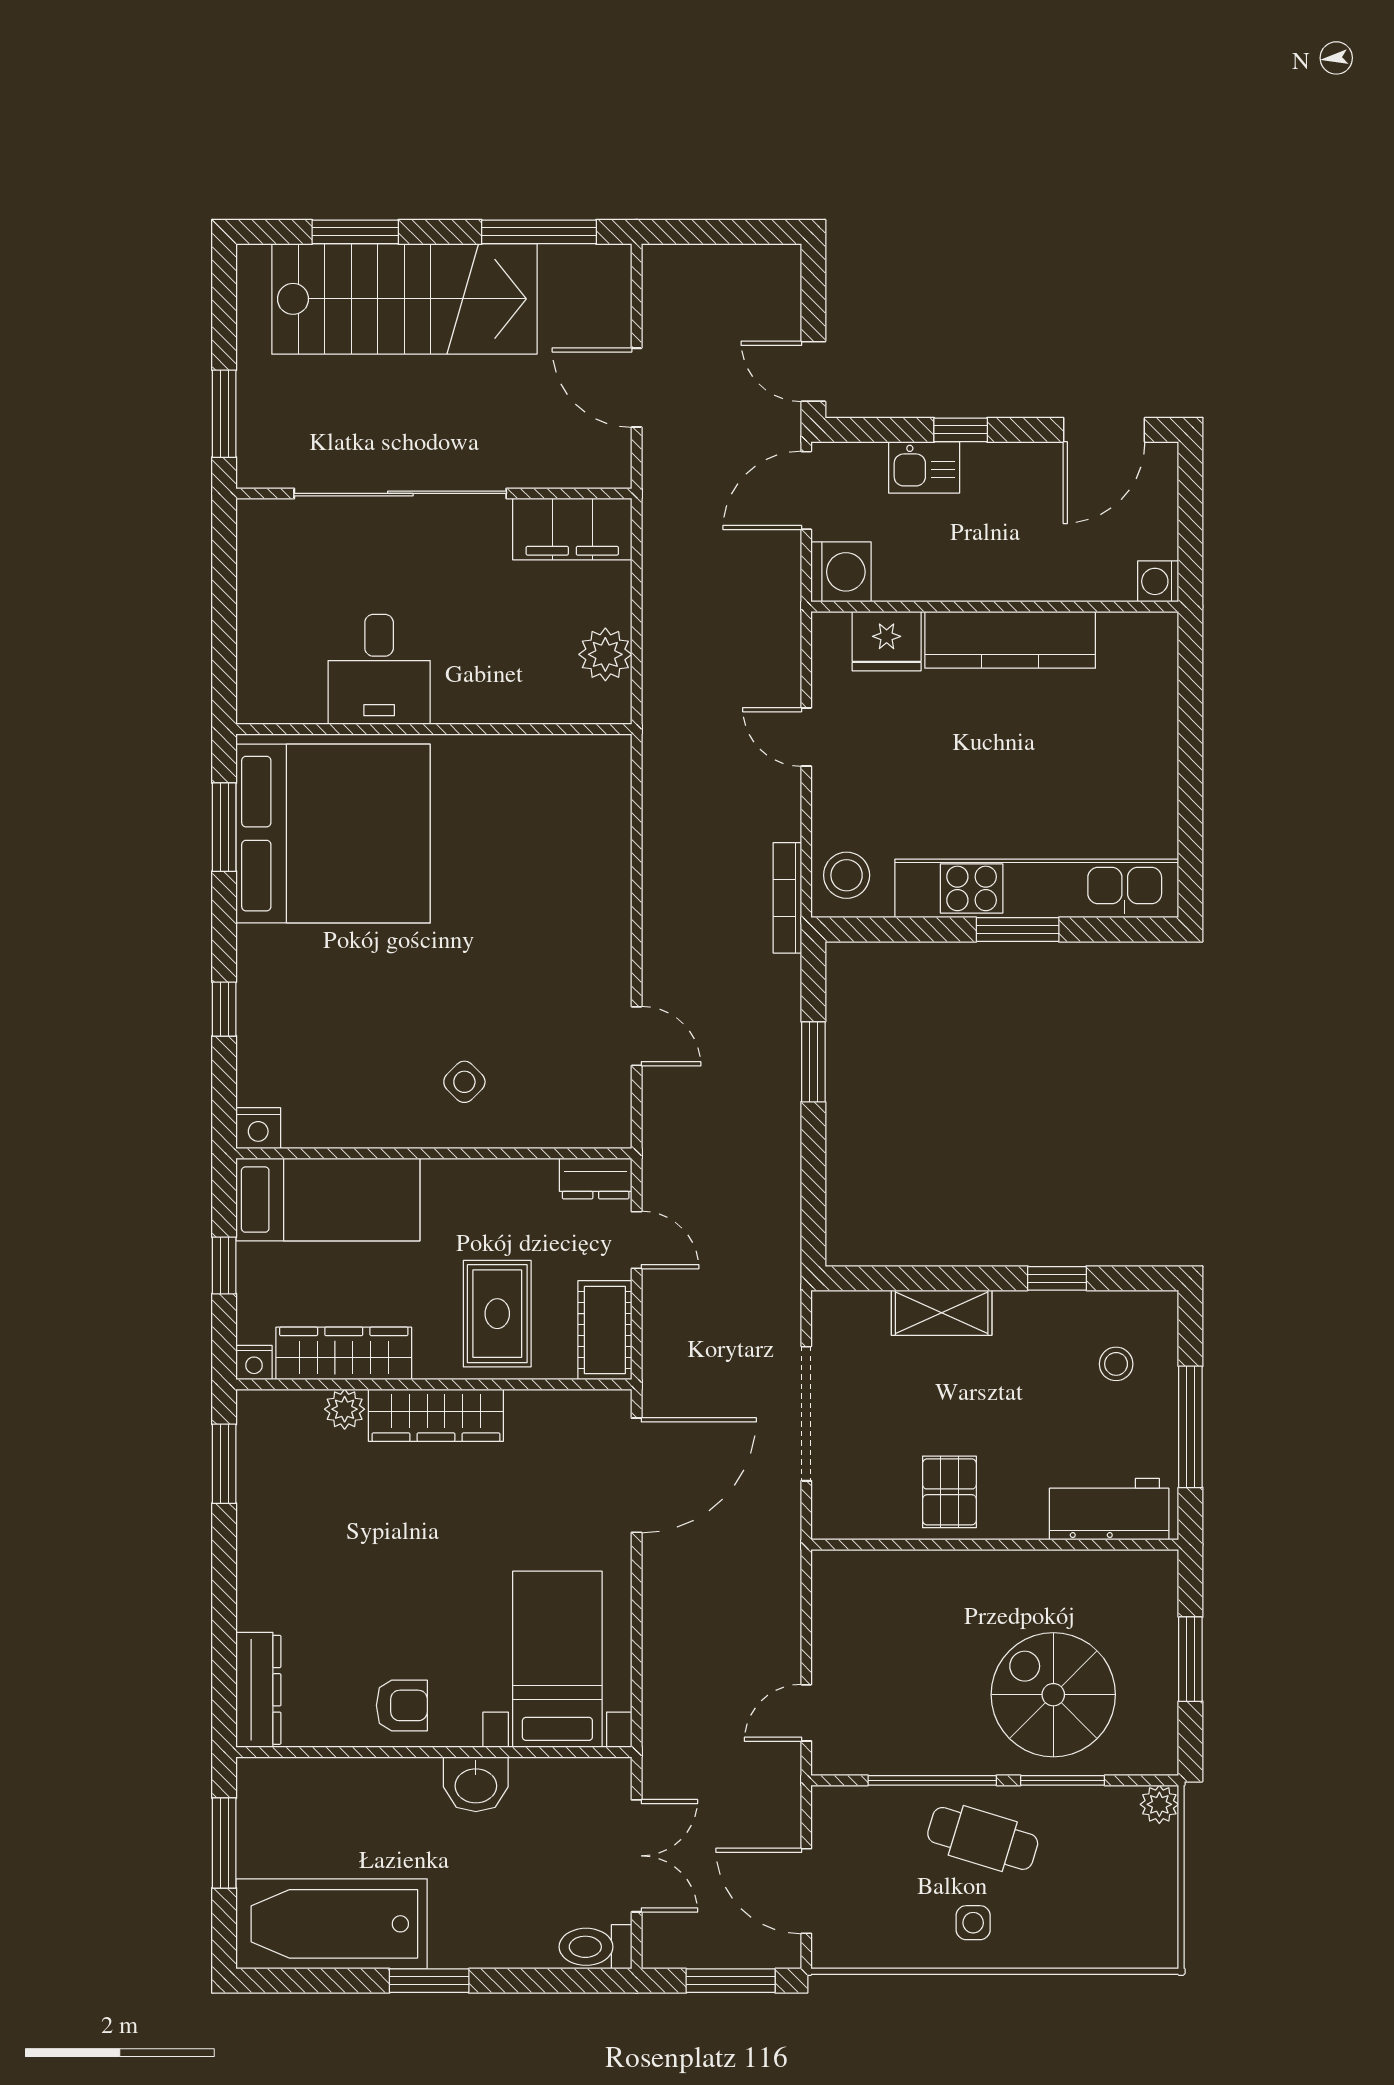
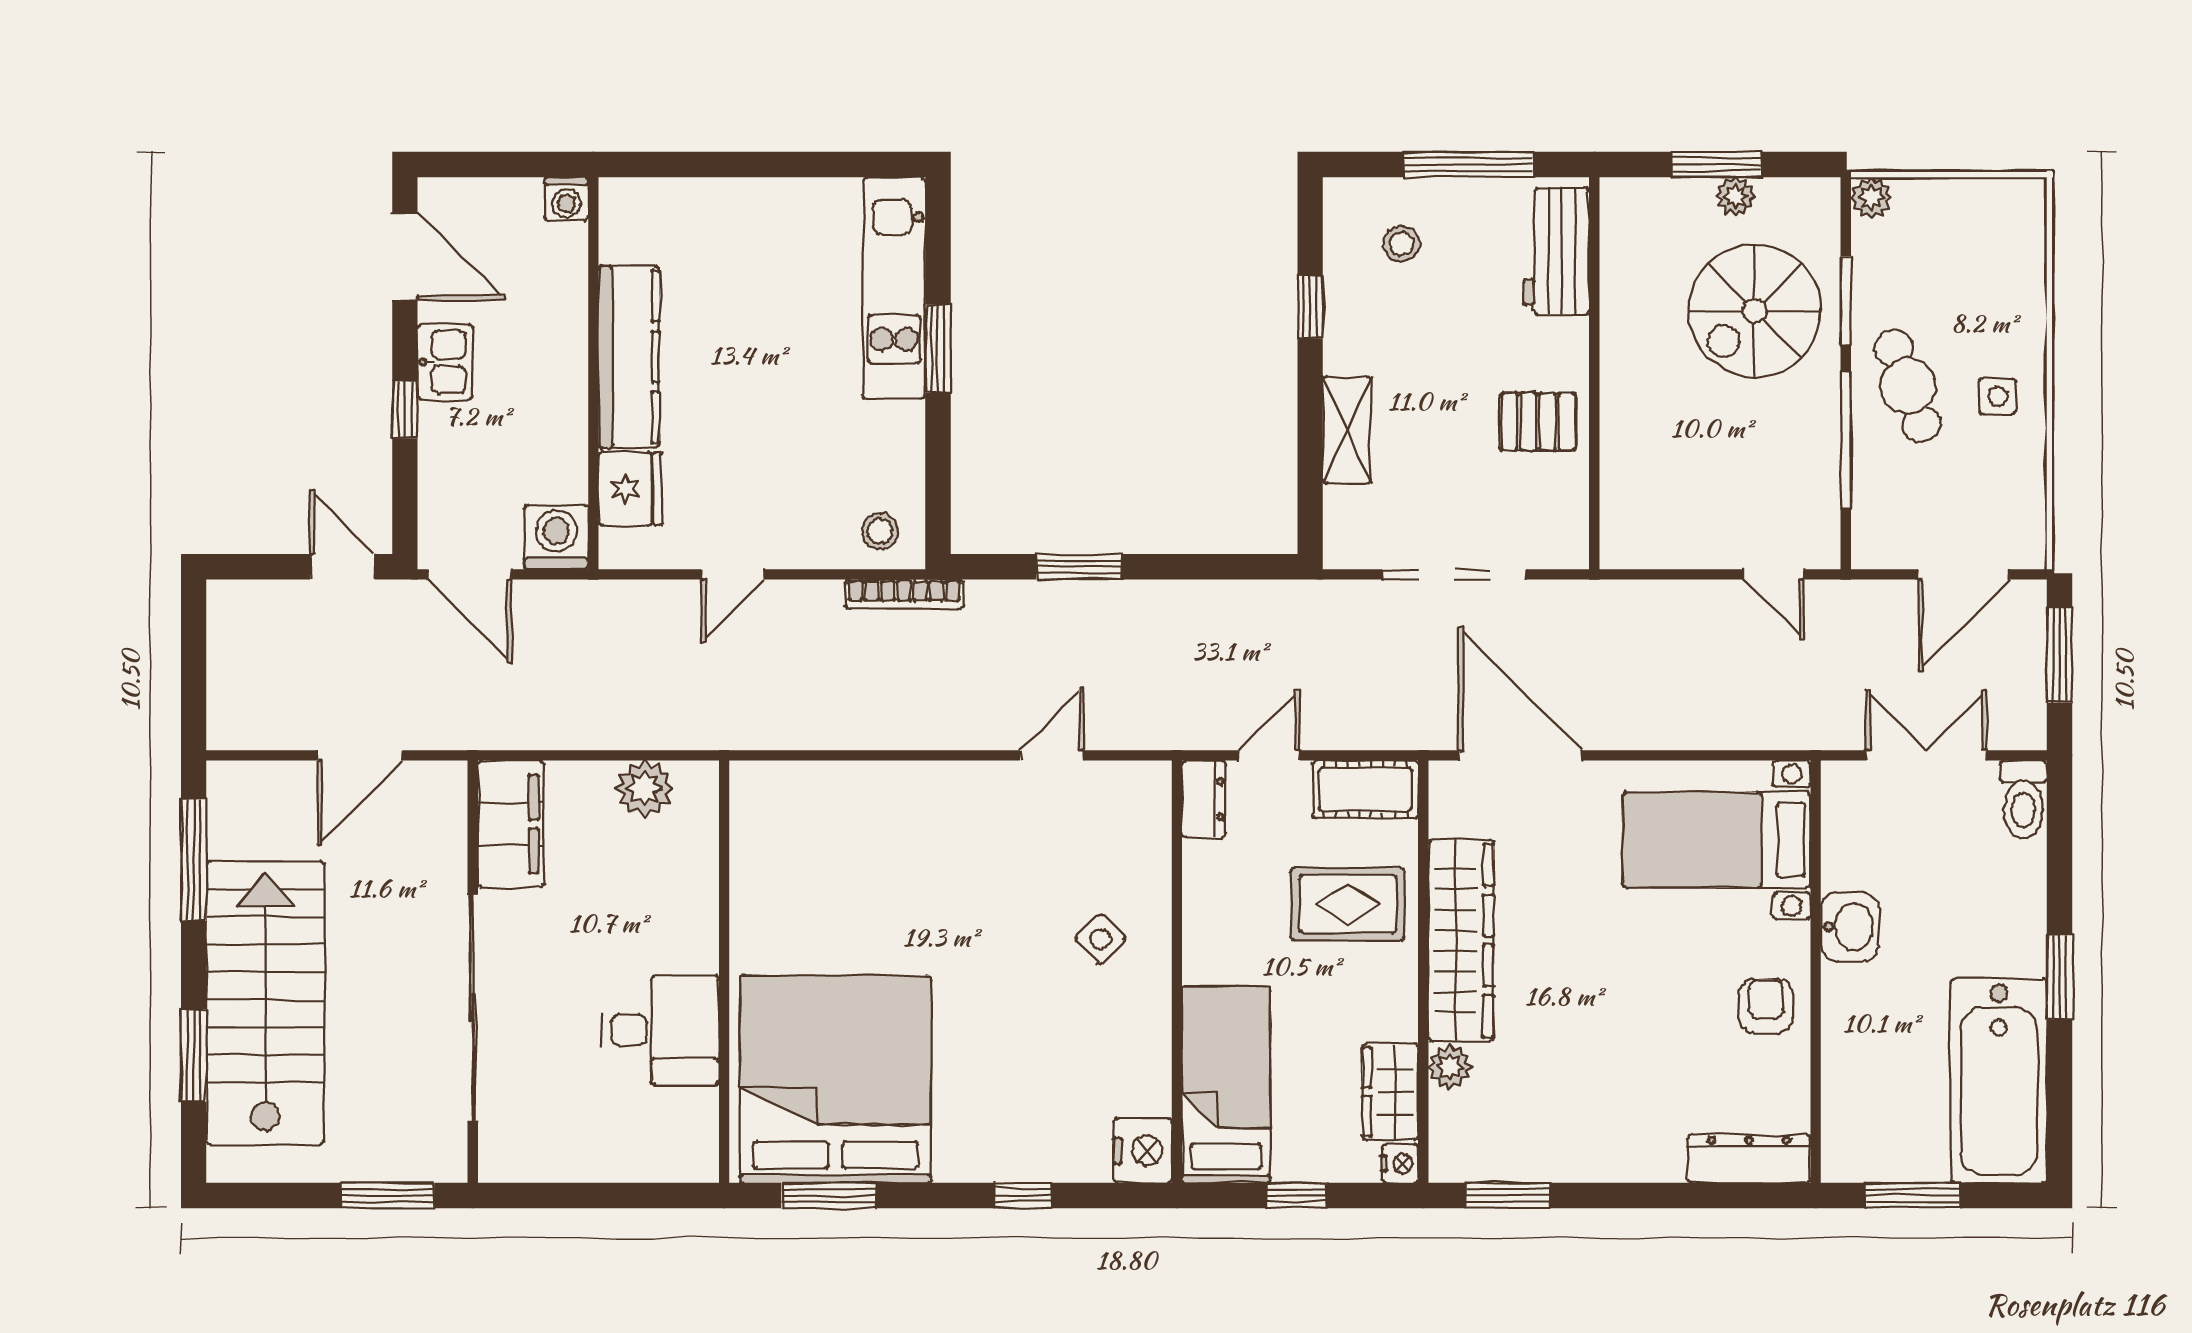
door: (813, 371) -> (342, 567), swing flipped
kitchen sink: (924, 467) -> (445, 362), moved
stool: (847, 875) -> (880, 531), width x0.73, depth x0.73
kitchen unit: (1037, 888) -> (894, 288), width x0.73
nightstand: (258, 1128) -> (1143, 1150), width x1.36, depth x1.33
wardrobe: (344, 1353) -> (1390, 1092), width x0.67
wardrobe: (436, 1415) -> (1461, 941), width x1.40, depth x1.17
plant: (1160, 1677) -> (1735, 196), added
cafe table: (983, 1838) -> (1908, 386), turned -37

